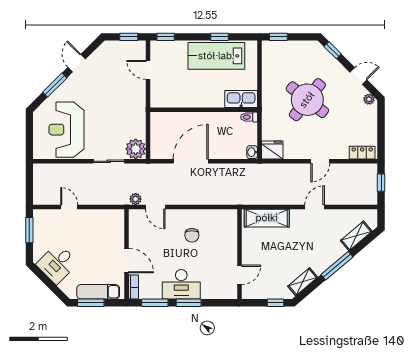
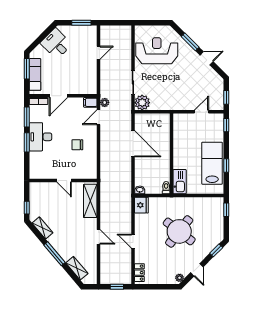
filing cabinet: (135, 218) -> (90, 102), added
door: (240, 275) -> (64, 181), moved

